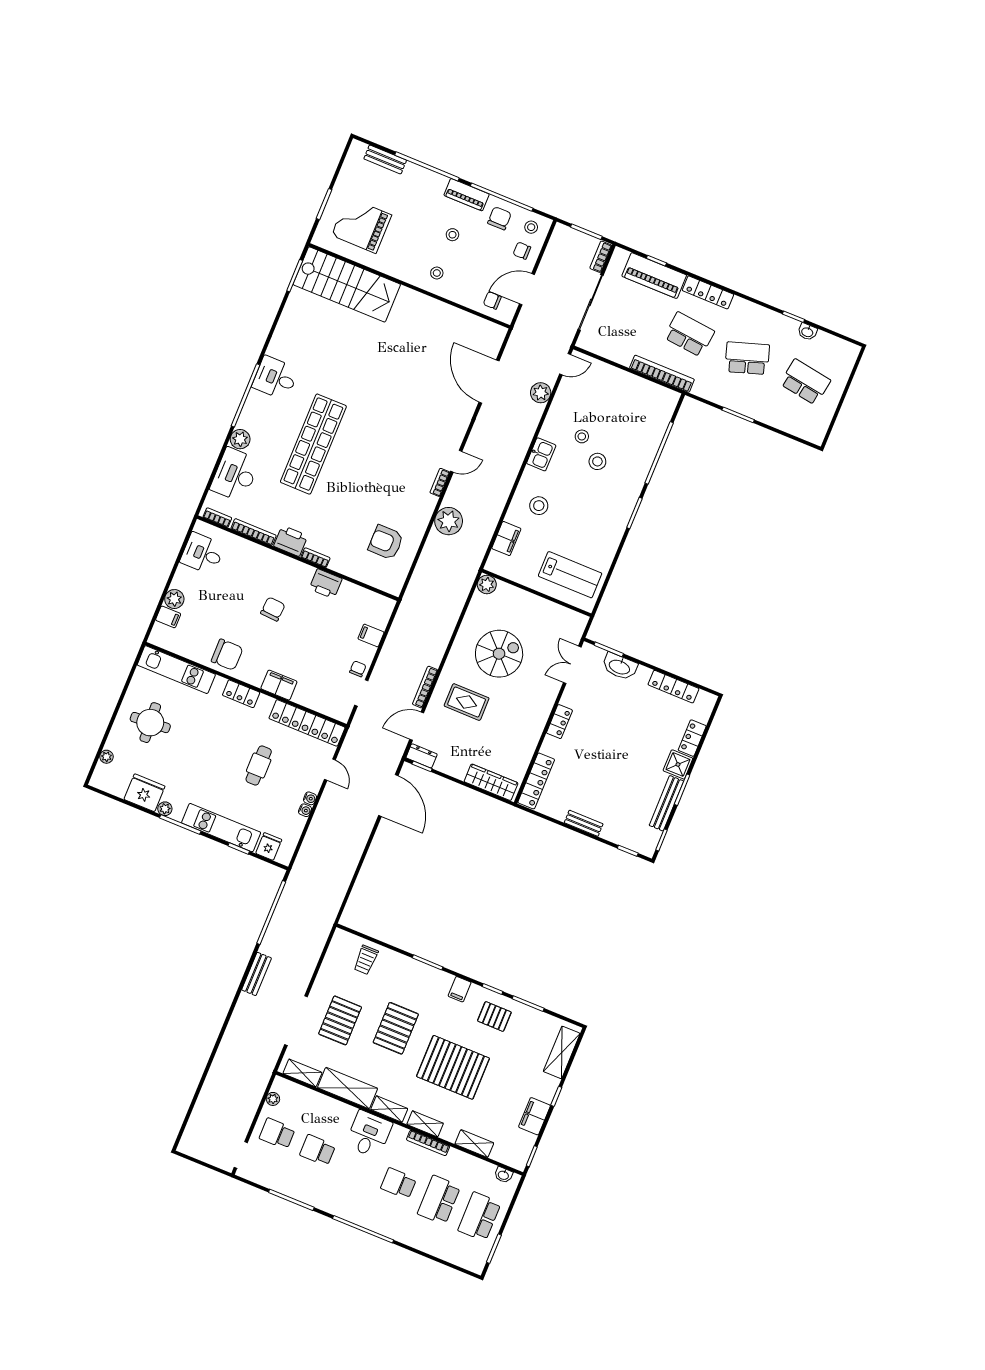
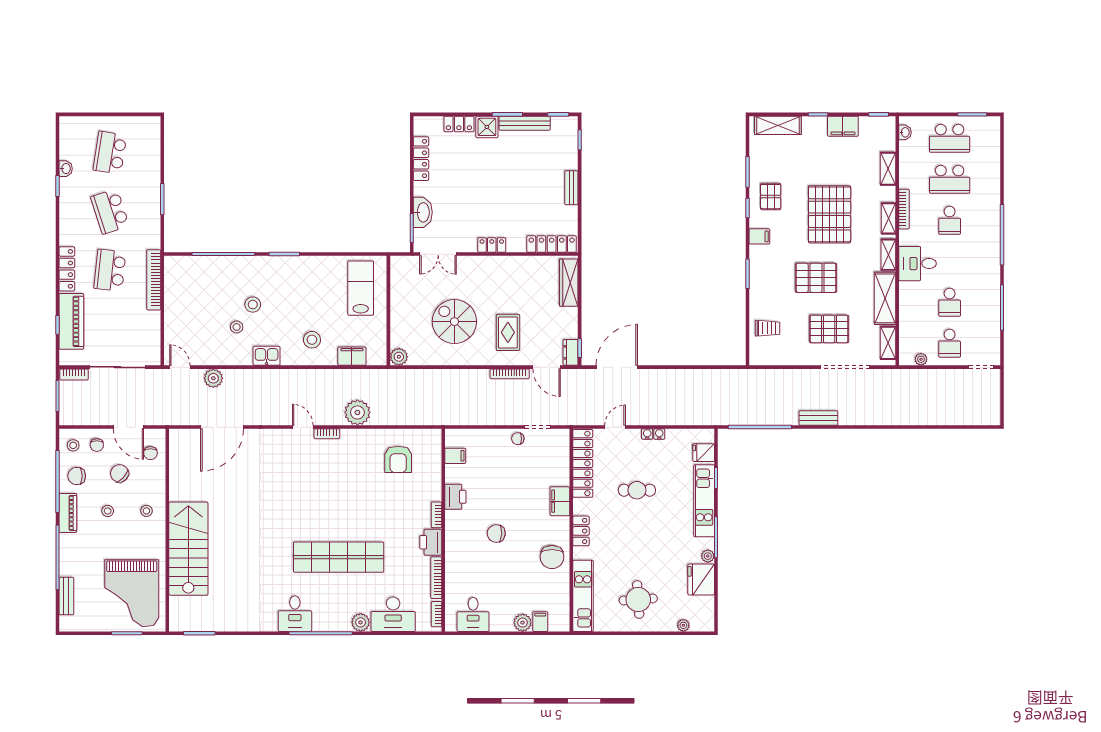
grand piano: (361, 225) -> (132, 593), width x1.37, depth x1.48
chair: (485, 262) -> (120, 473), added
stairs: (347, 284) -> (188, 549), moved
filing cabinet: (371, 635) -> (455, 456), moved, turned -90
chair: (227, 655) -> (552, 557), turned 180

